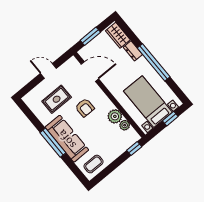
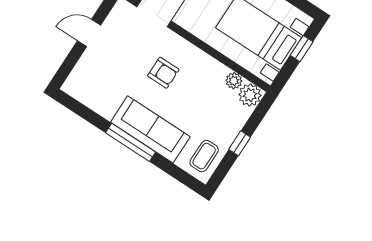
rug: (57, 99) -> (115, 73), removed
plant: (115, 116) -> (250, 95), moved
window: (134, 149) -> (240, 143), moved

